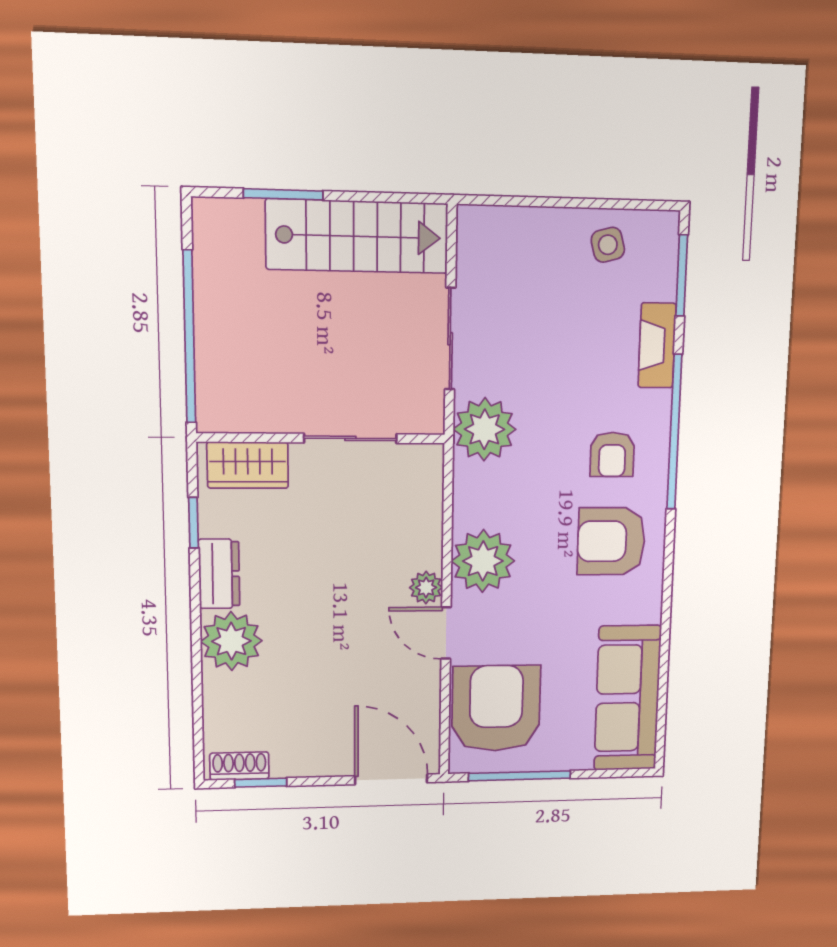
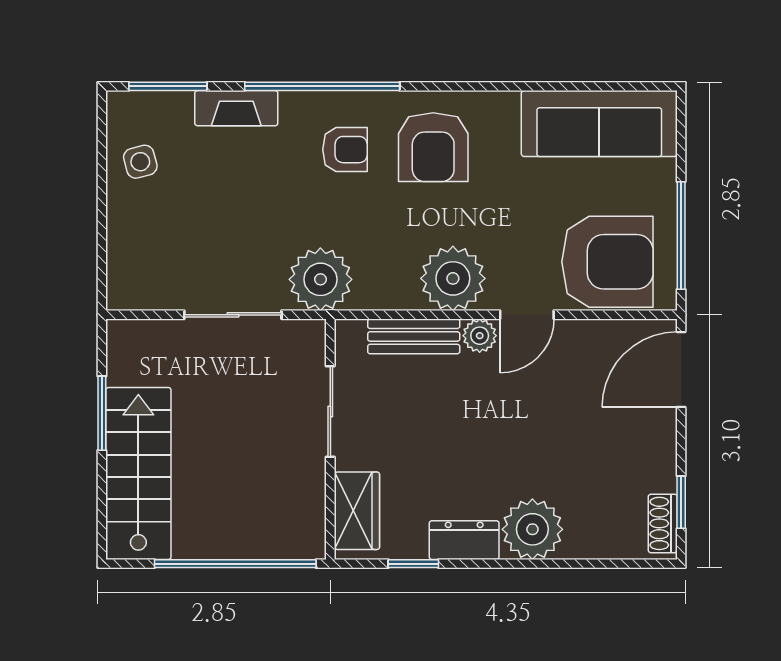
window: (283, 194) -> (102, 413), moved
stairs: (357, 236) -> (138, 474), moved
bench: (426, 523) -> (414, 336), added
armchair: (496, 708) -> (607, 262), turned 180

